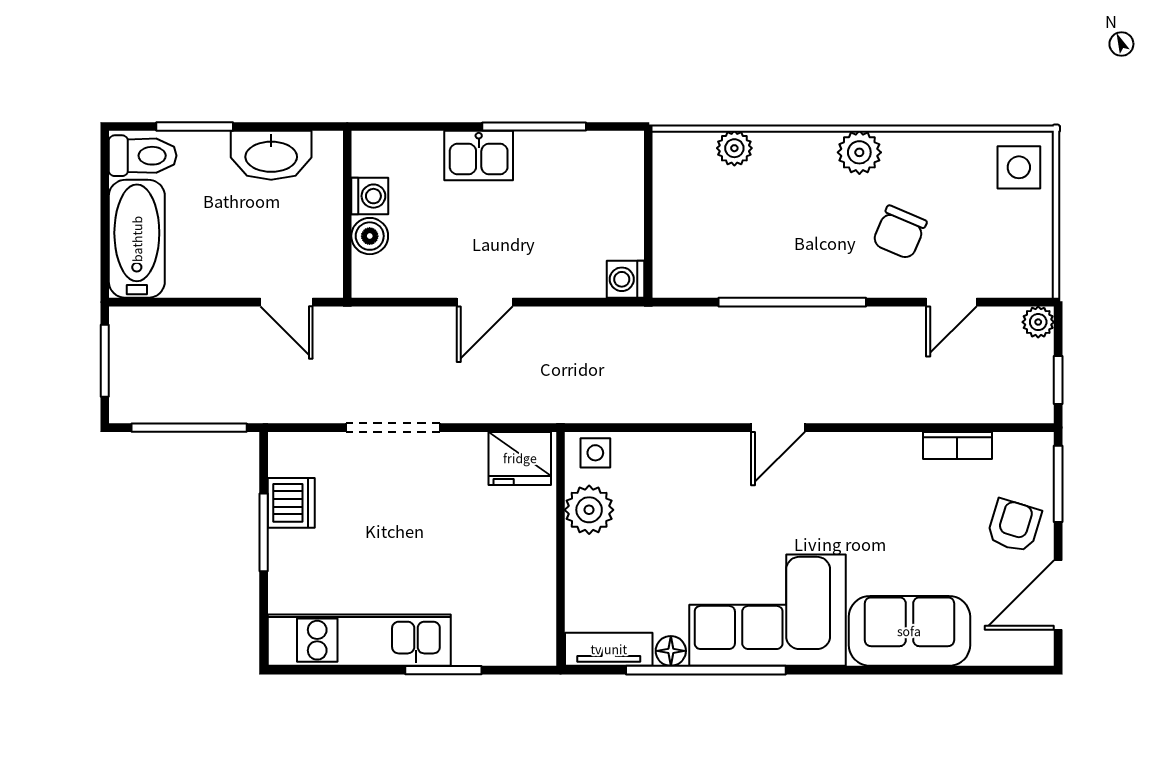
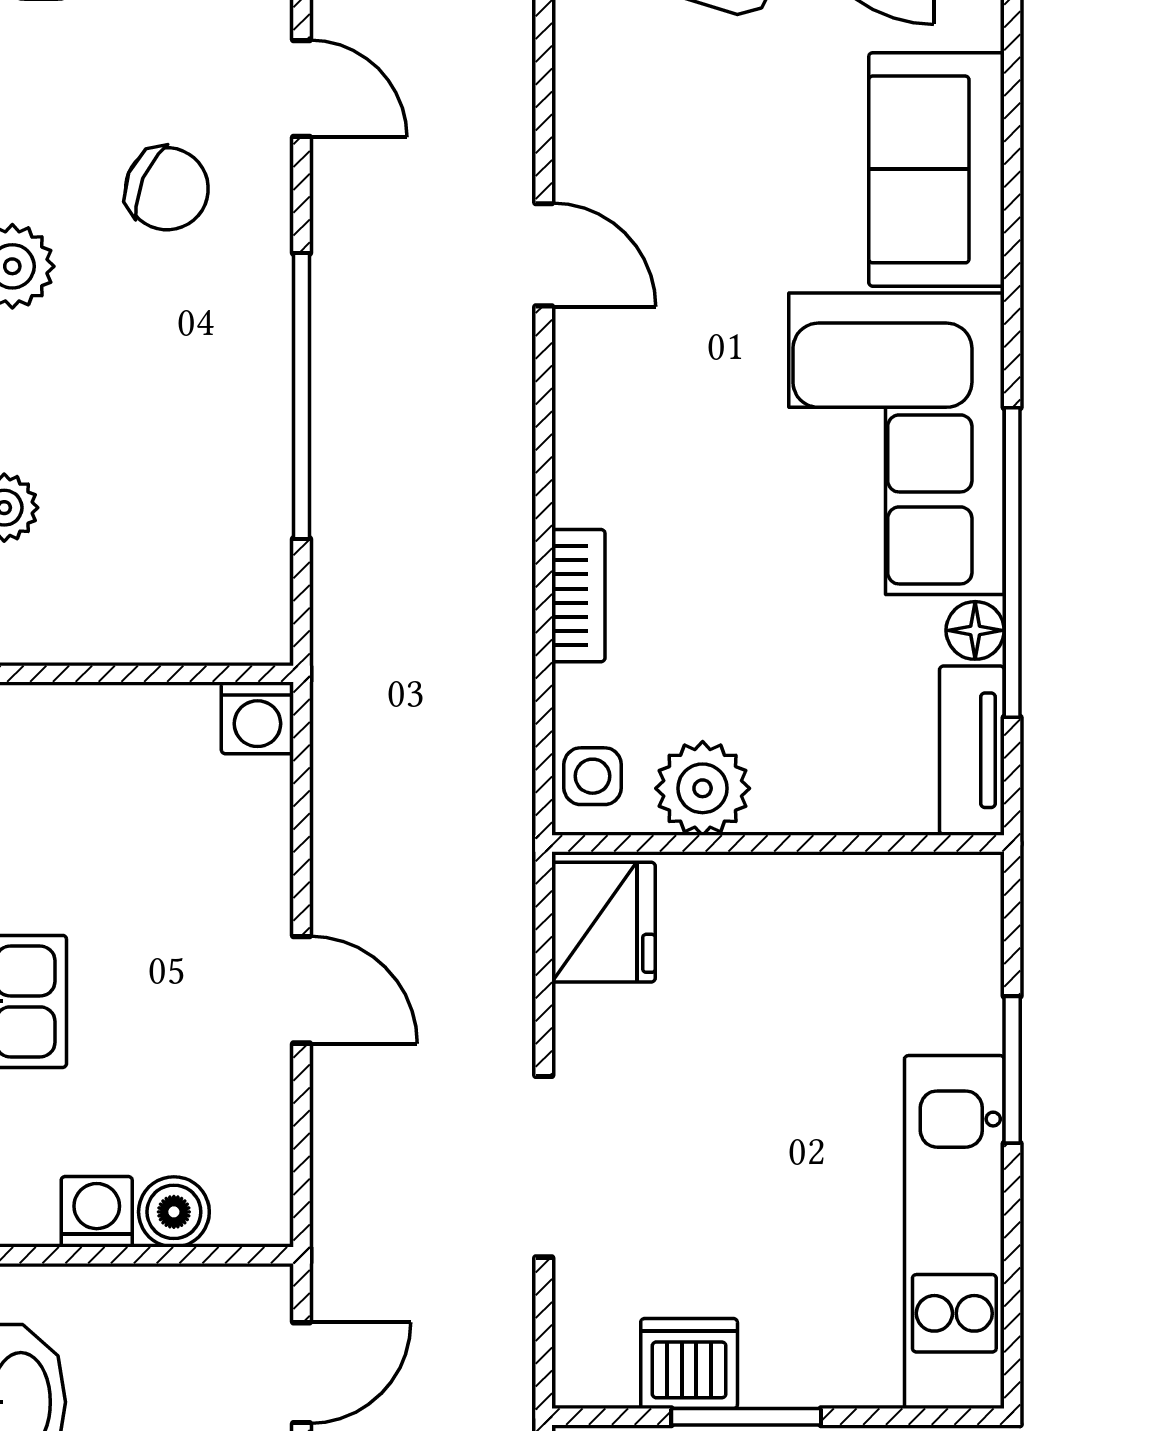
door: (778, 428) -> (544, 255), moved
bookcase: (957, 445) -> (578, 596), moved

